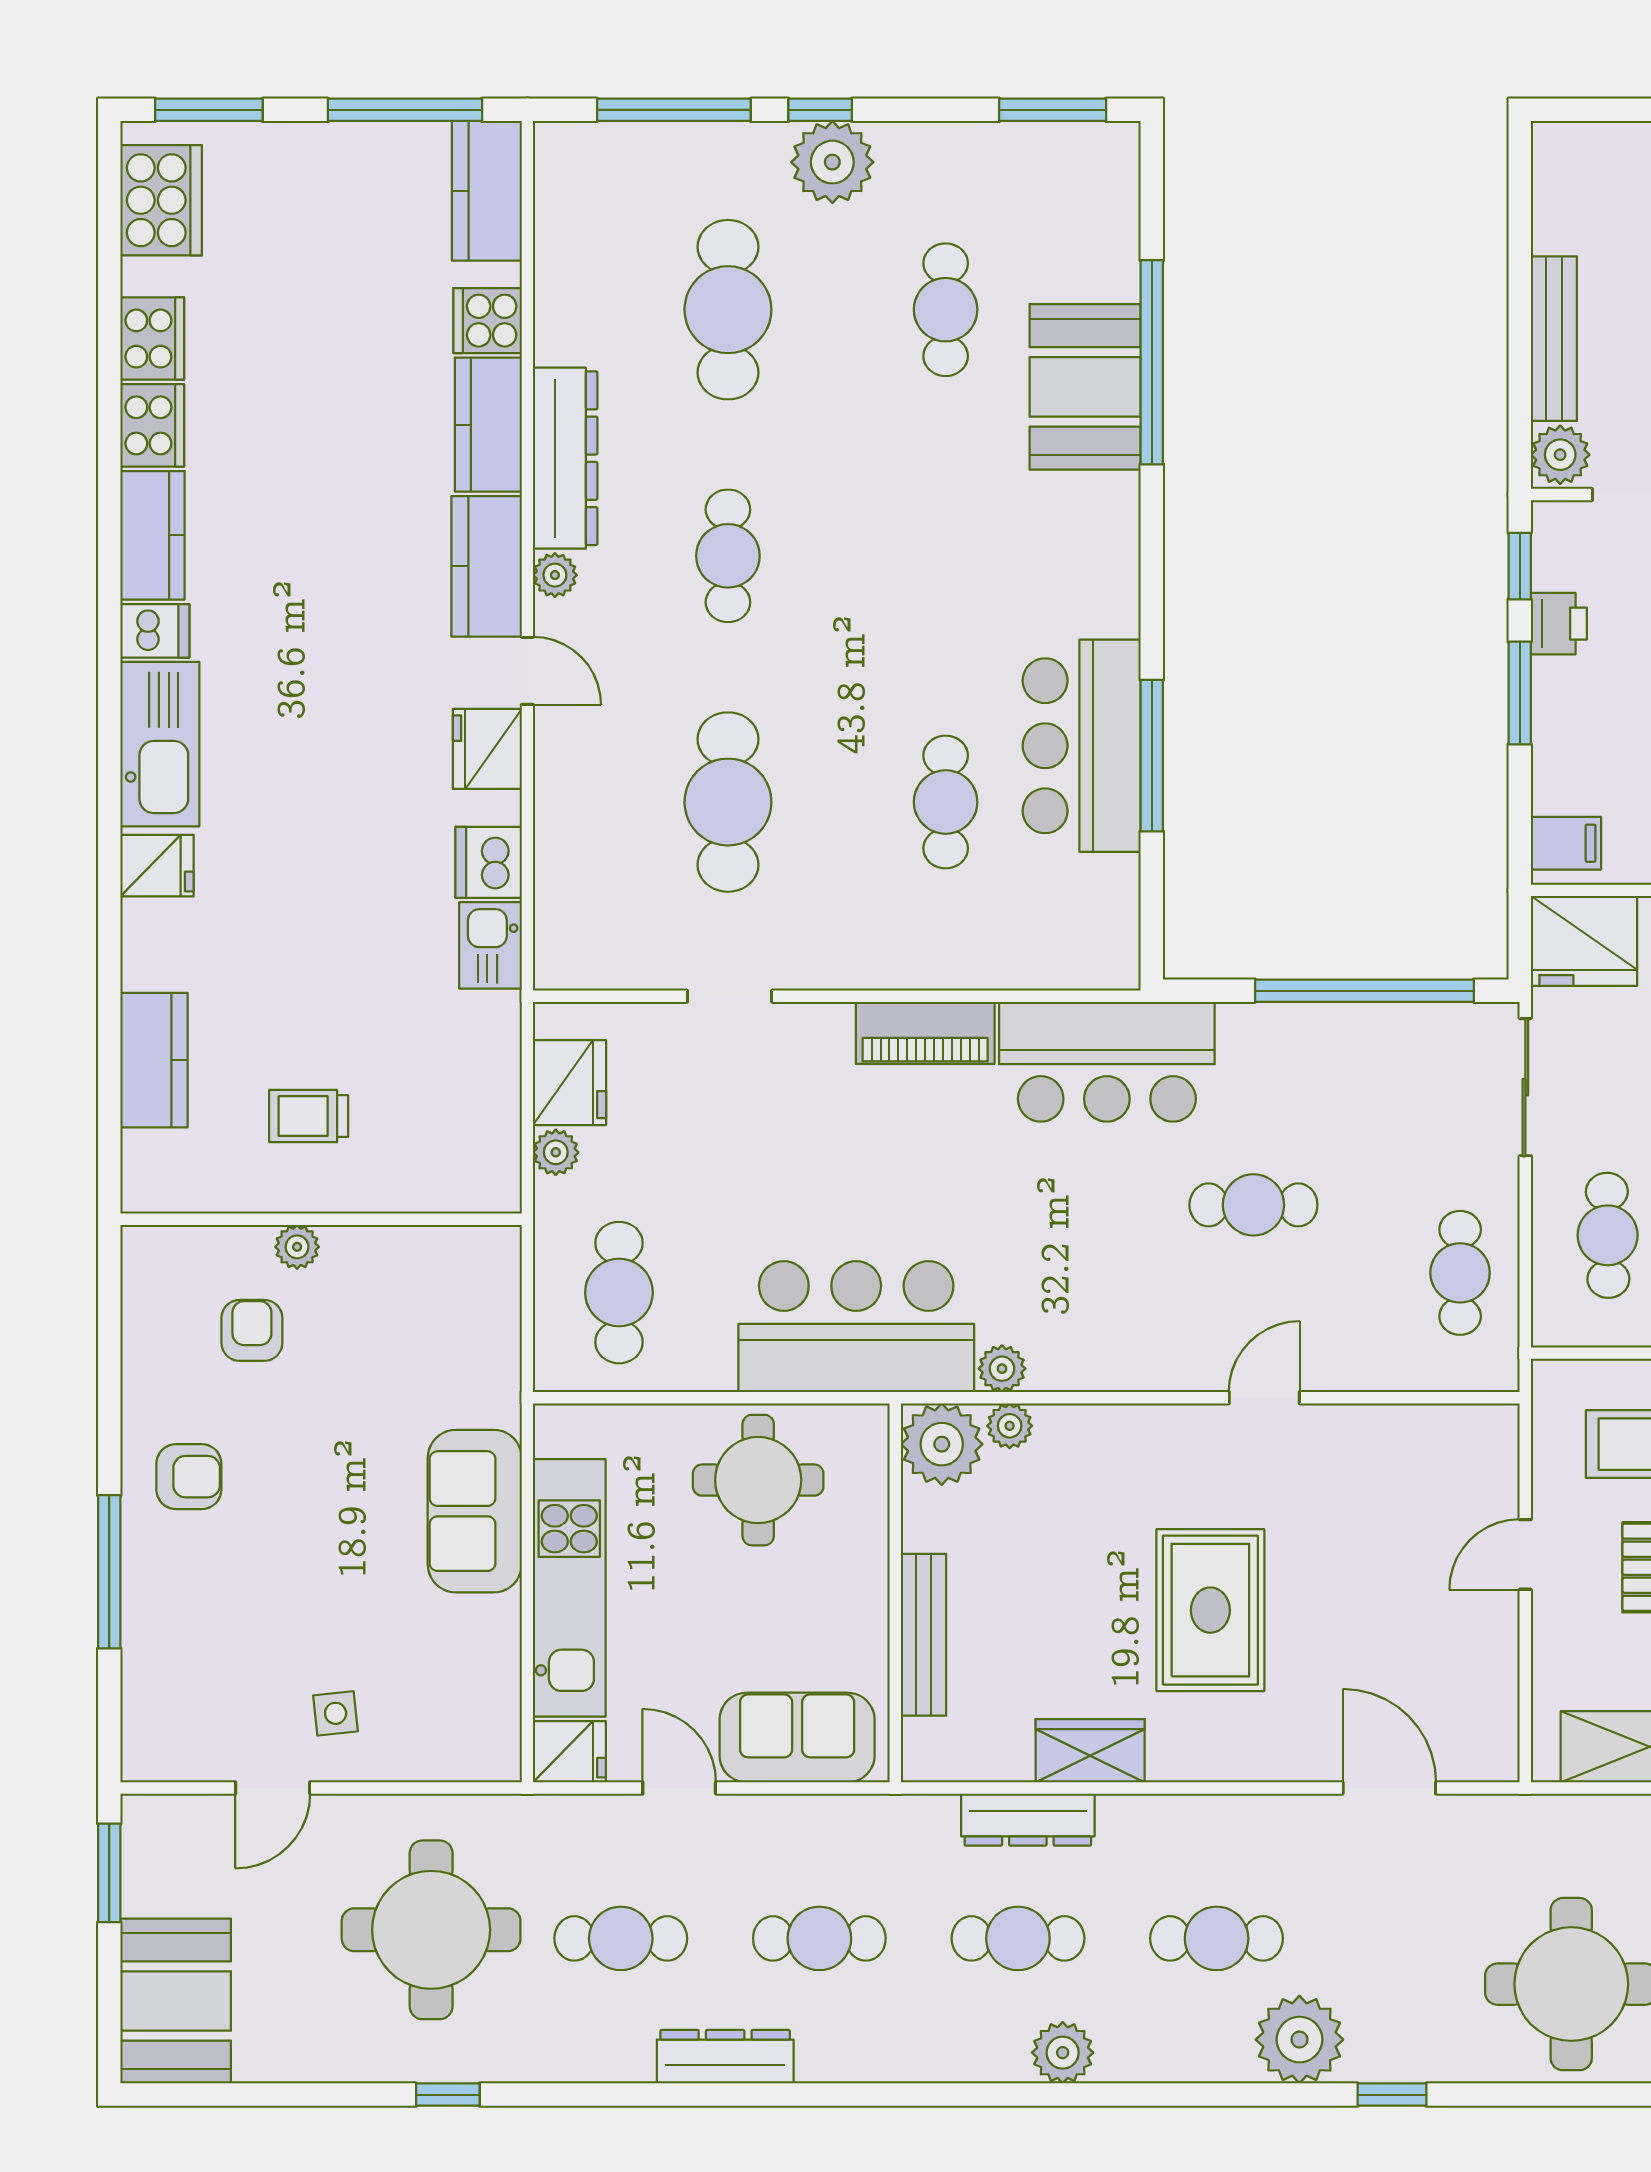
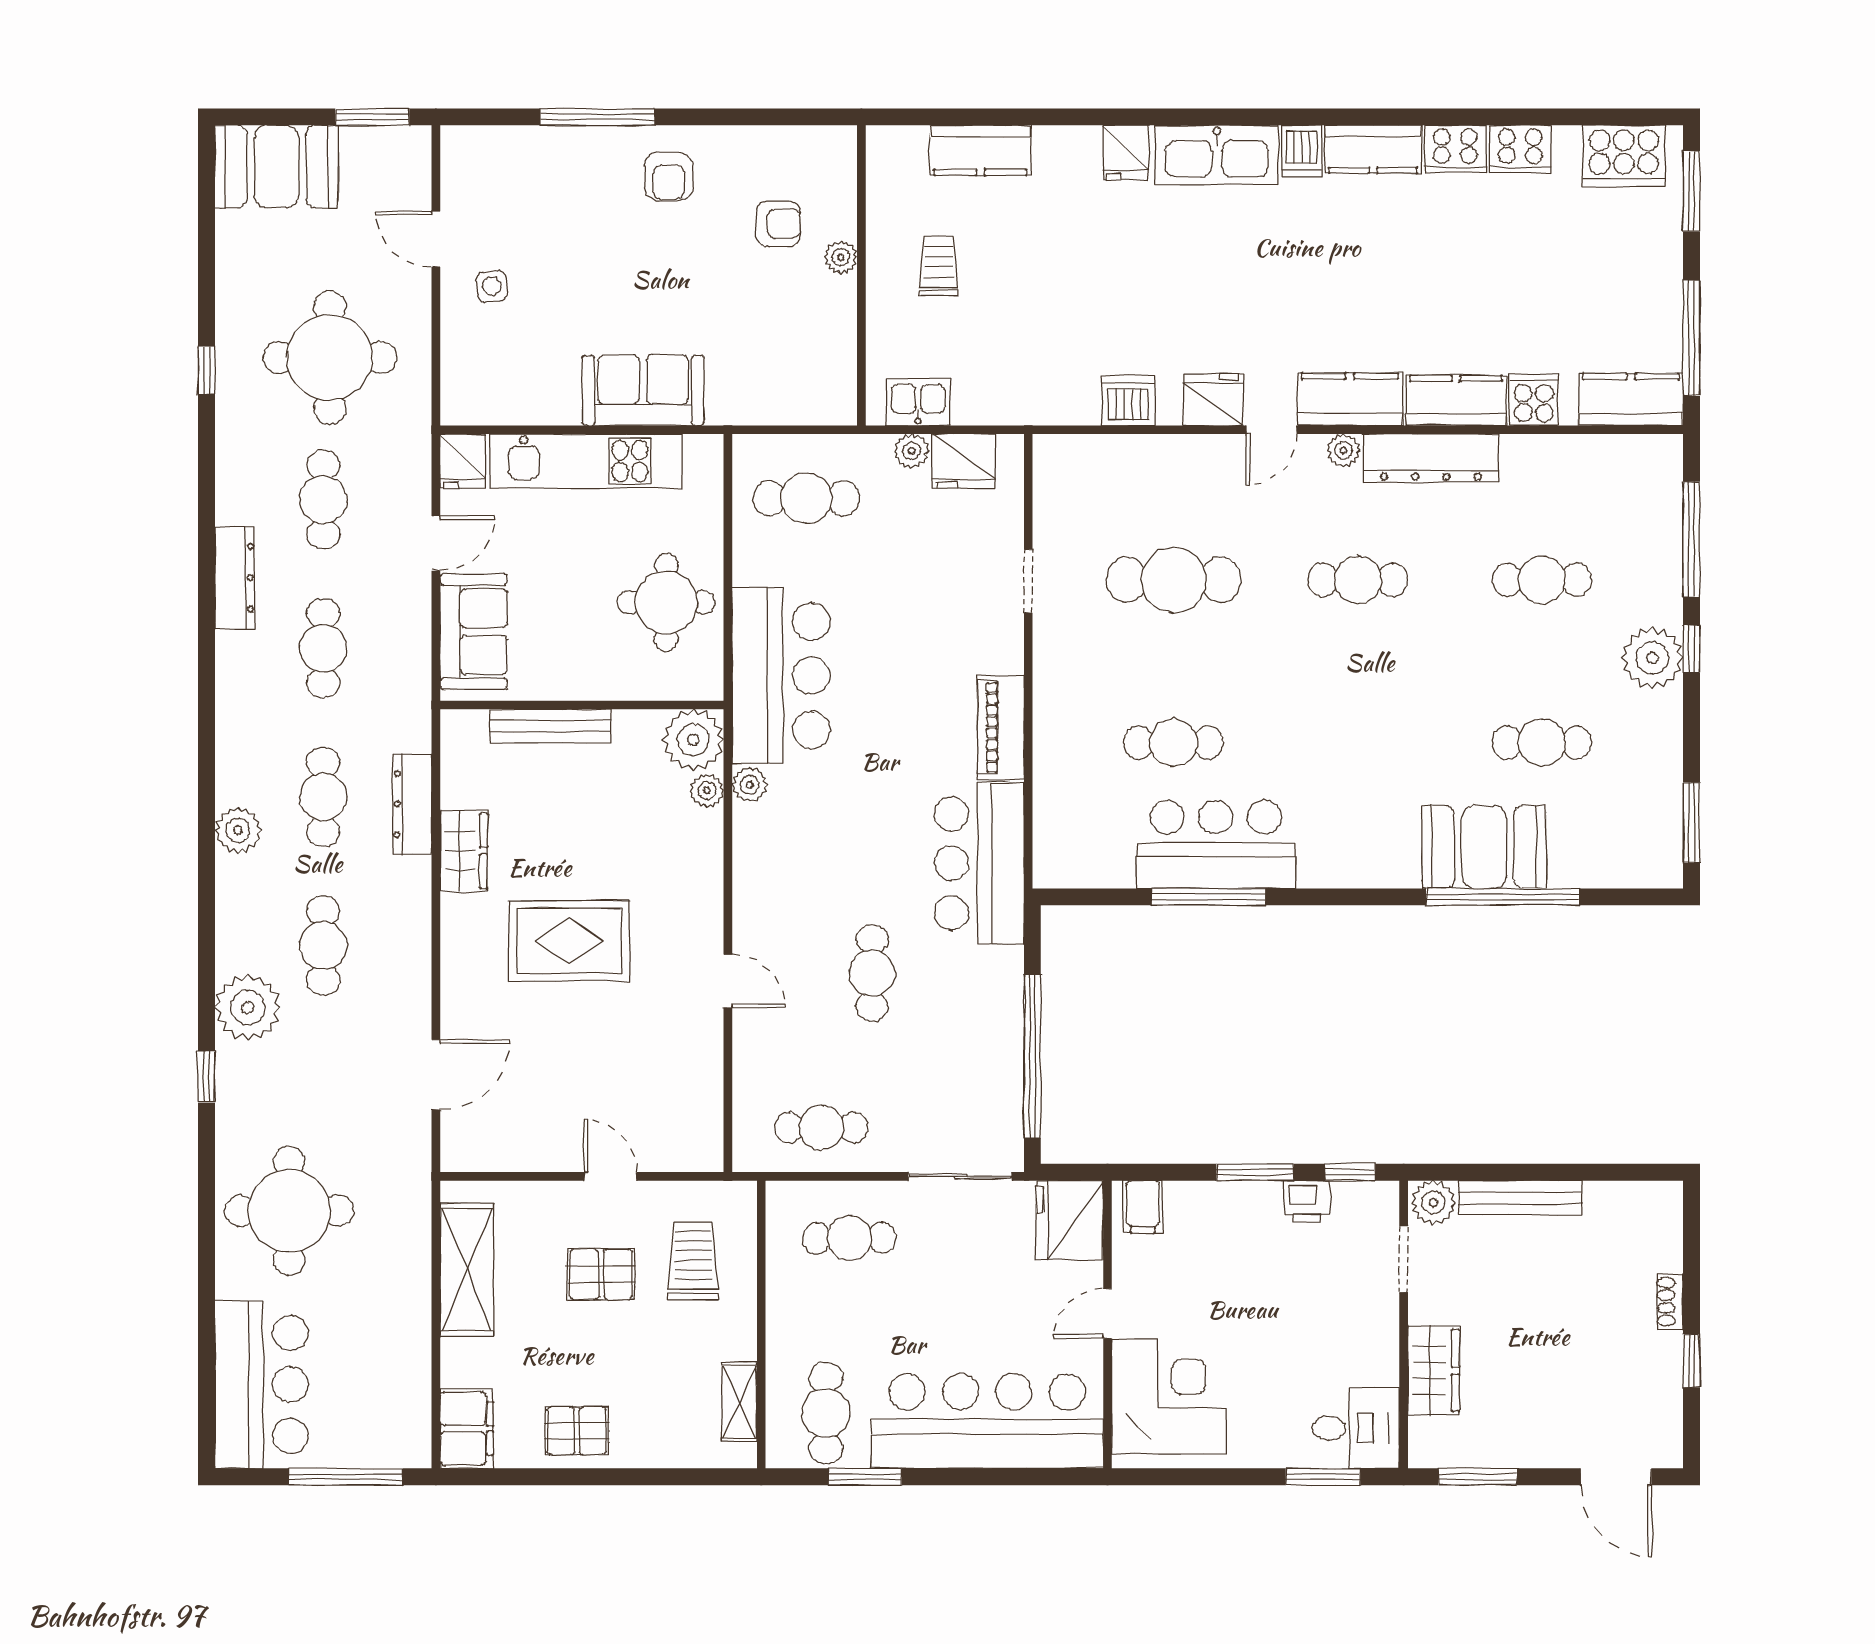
cafe table: (728, 310) -> (1542, 580), width x0.73, depth x0.74
kitchen sink: (490, 945) -> (918, 402), moved

